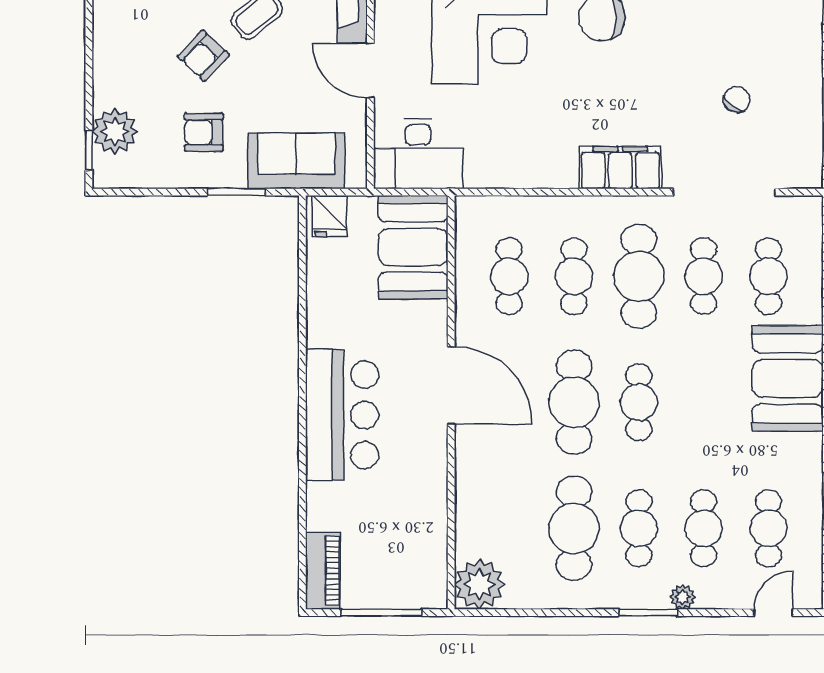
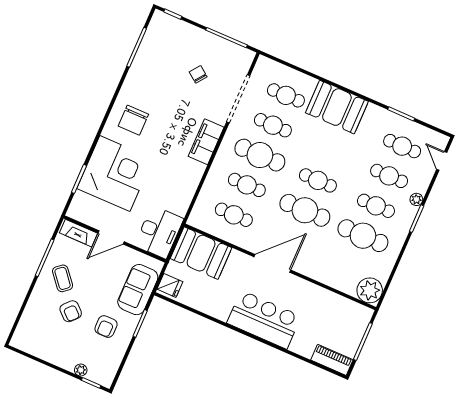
plant: (115, 131) -> (81, 370), width x0.53, depth x0.53

